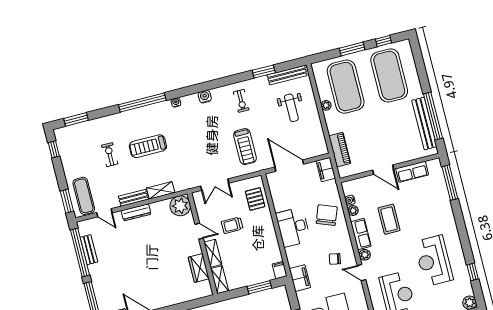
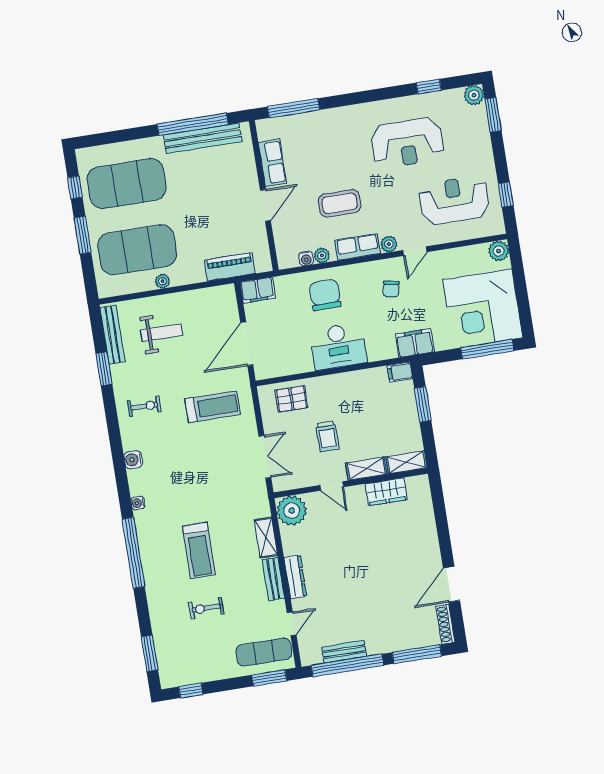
chair: (327, 215) -> (325, 295), turned 69
door: (199, 231) -> (332, 486), swing flipped

